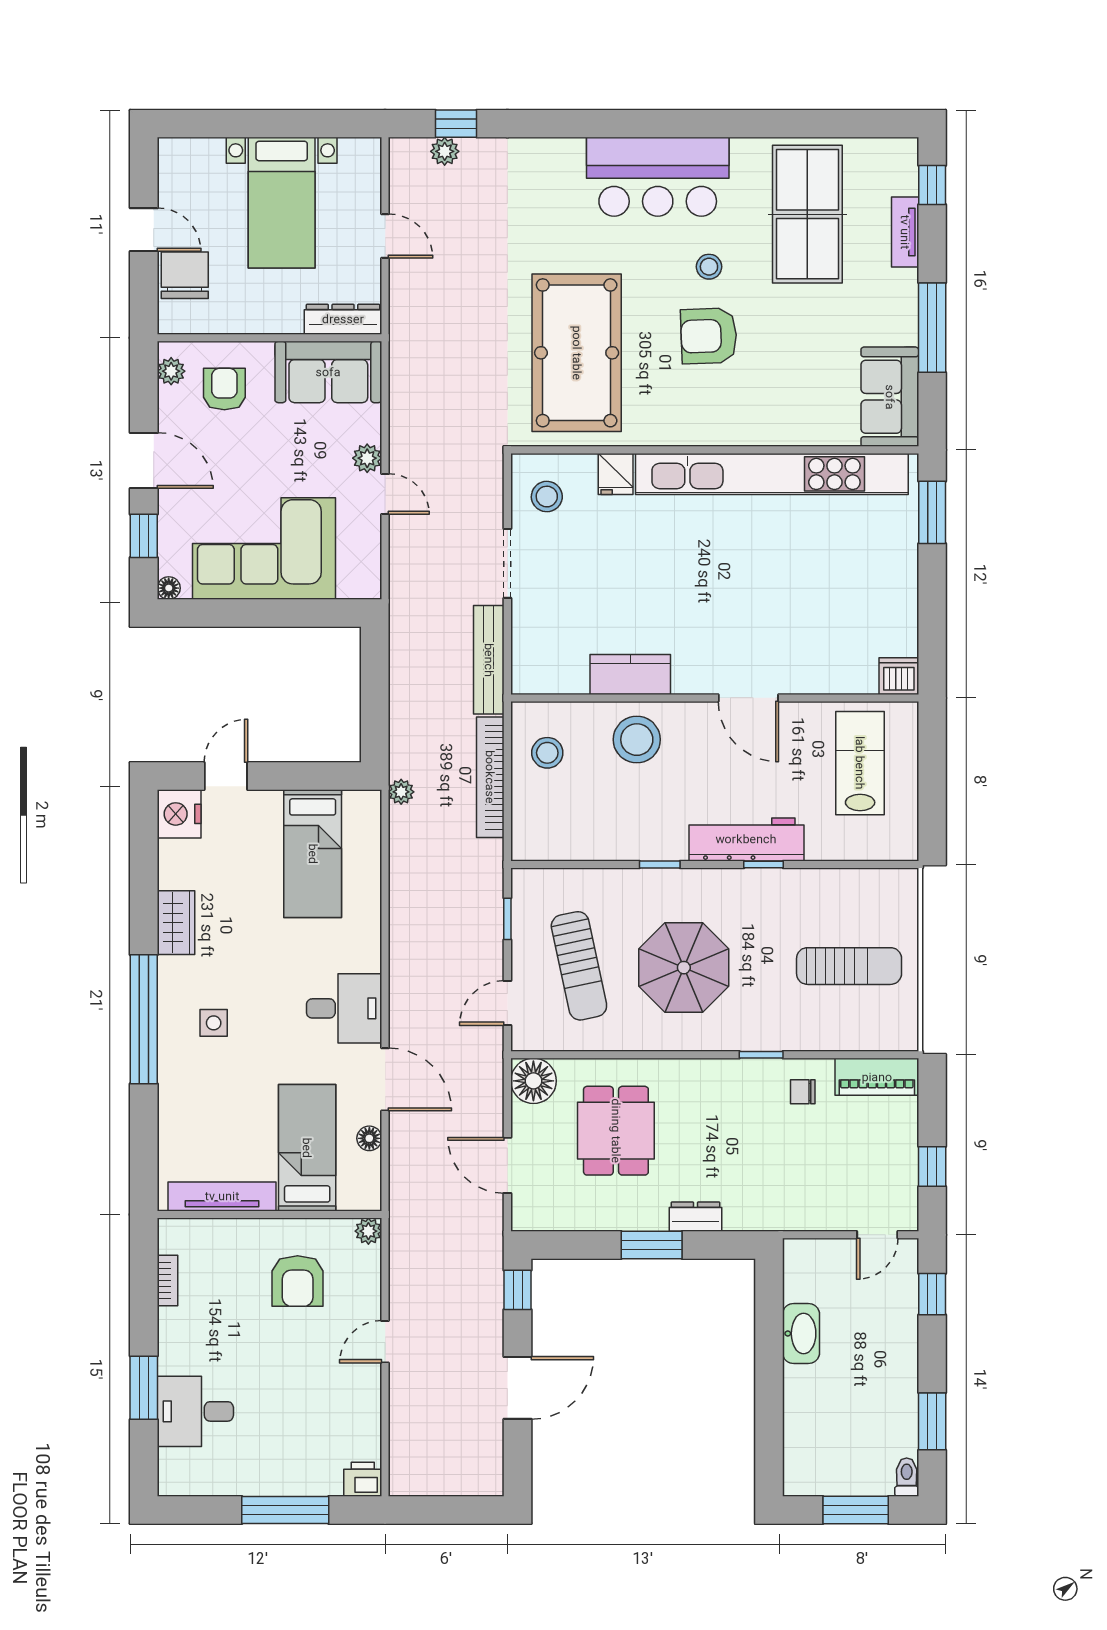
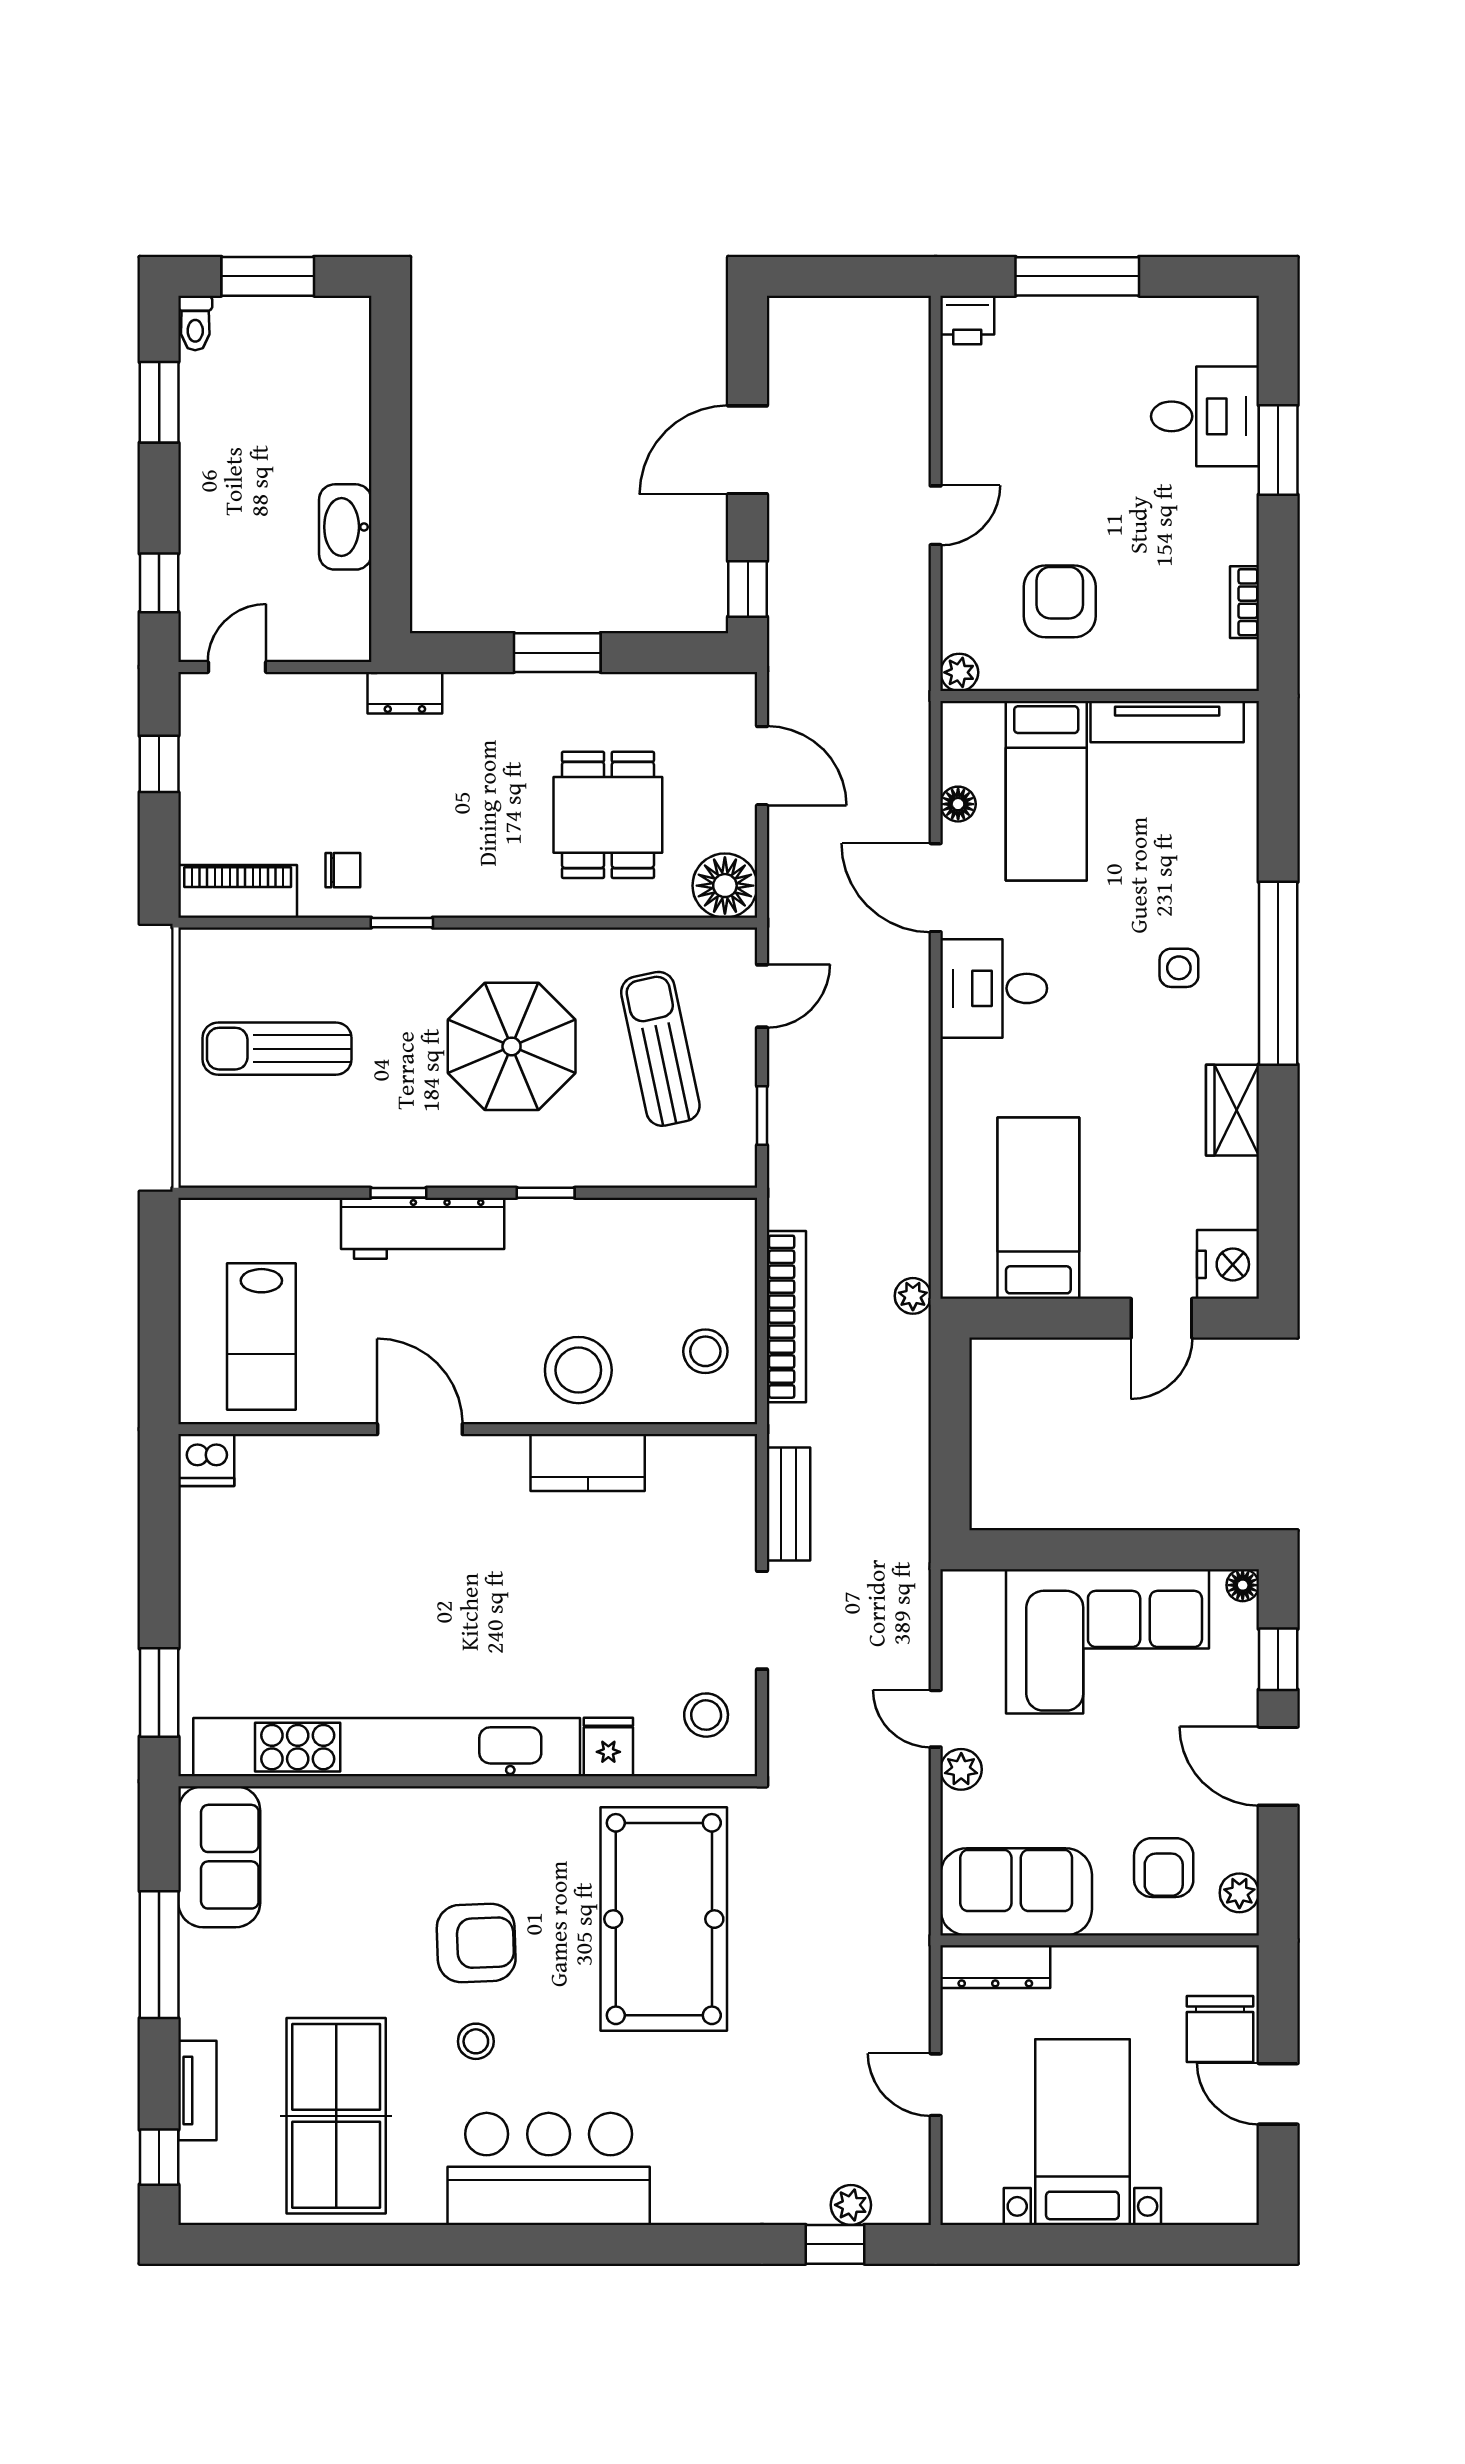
bench: (489, 660) -> (788, 1504), width x0.73
dresser: (695, 1217) -> (405, 693), moved

